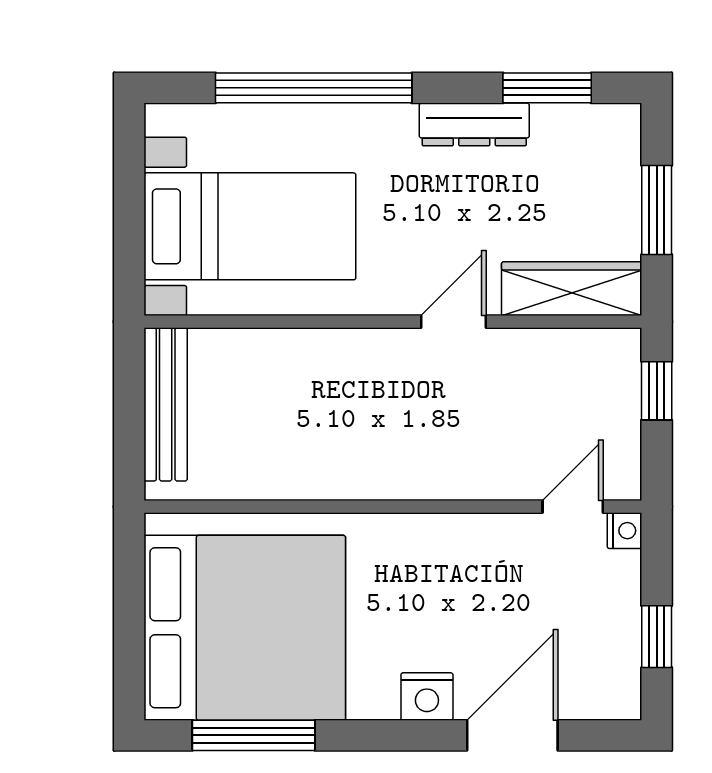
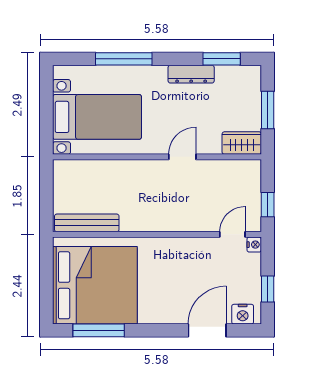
window: (314, 88) -> (124, 59), width x0.68
wardrobe: (572, 289) -> (242, 143), width x0.67
window: (657, 391) -> (268, 205), moved
bench: (166, 404) -> (87, 223), moved, turned 90
nightstand: (427, 696) -> (243, 314), moved

